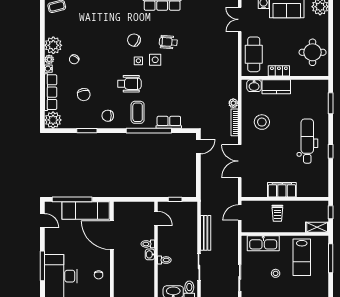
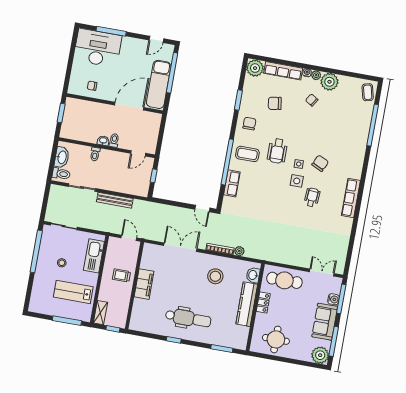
kitchen counter: (276, 87) -> (247, 304), width x1.50

